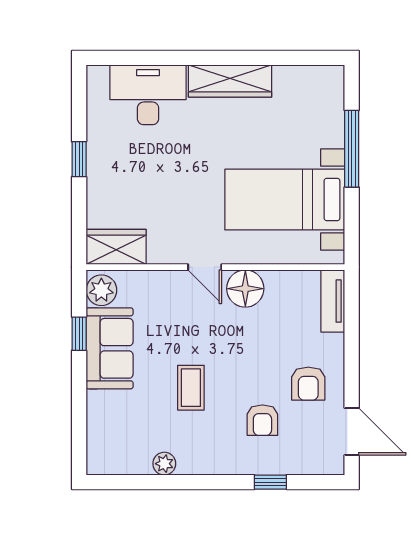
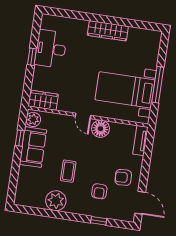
desk: (148, 95) -> (51, 49), moved, turned -90
window: (352, 149) -> (158, 85), moved
armchair: (308, 384) -> (123, 177), turned 87
plant: (164, 464) -> (56, 201), width x1.87, depth x1.87

